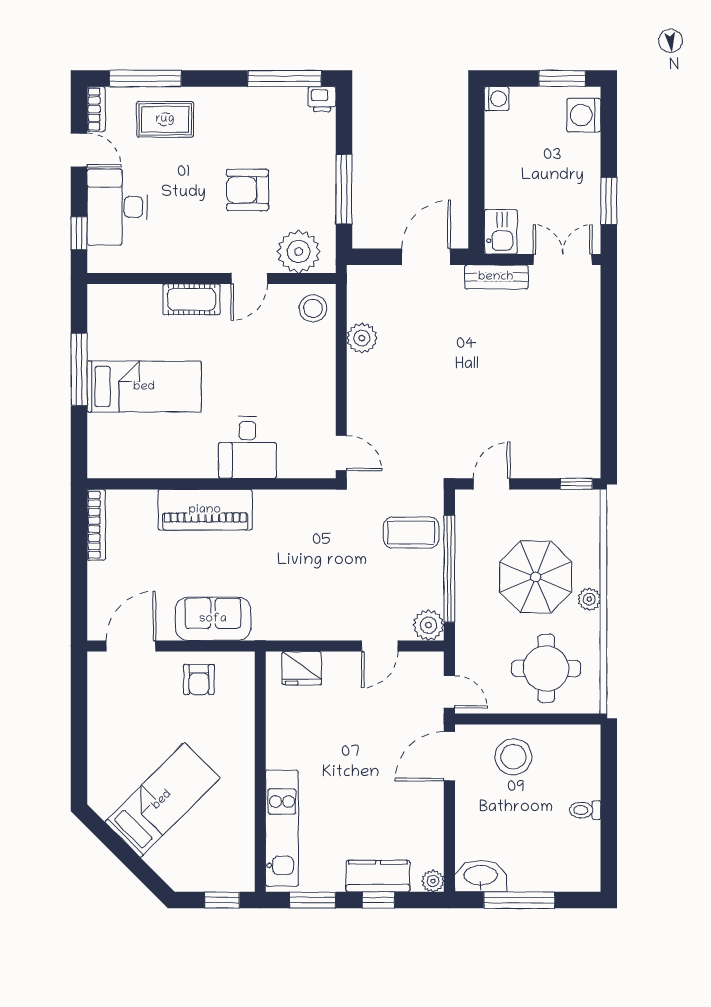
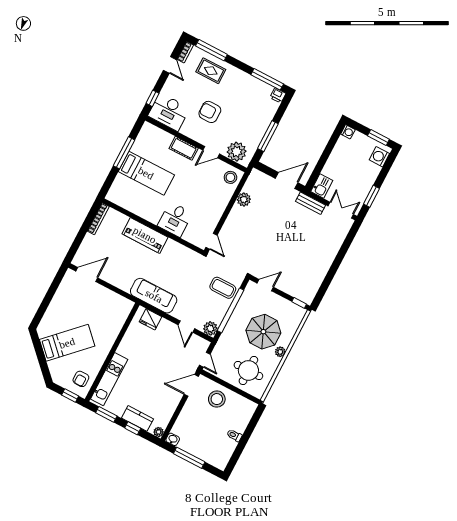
armchair: (247, 190) -> (210, 112), moved
desk: (117, 207) -> (169, 112), moved, turned -90
sofa: (213, 619) -> (154, 296), moved, width x1.36
door: (380, 646) -> (186, 327), hinge flipped
armchair: (199, 680) -> (81, 379), moved
washbasin: (481, 876) -> (173, 439), width x0.52, depth x0.69

